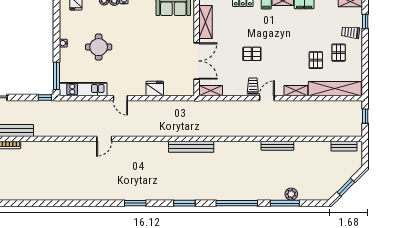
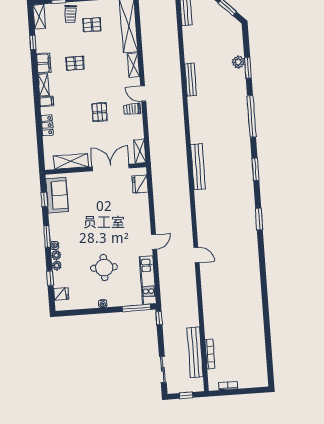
pallet: (316, 60) -> (75, 63), moved
fridge: (155, 89) -> (140, 184), moved
window: (285, 203) -> (248, 68), width x0.69

